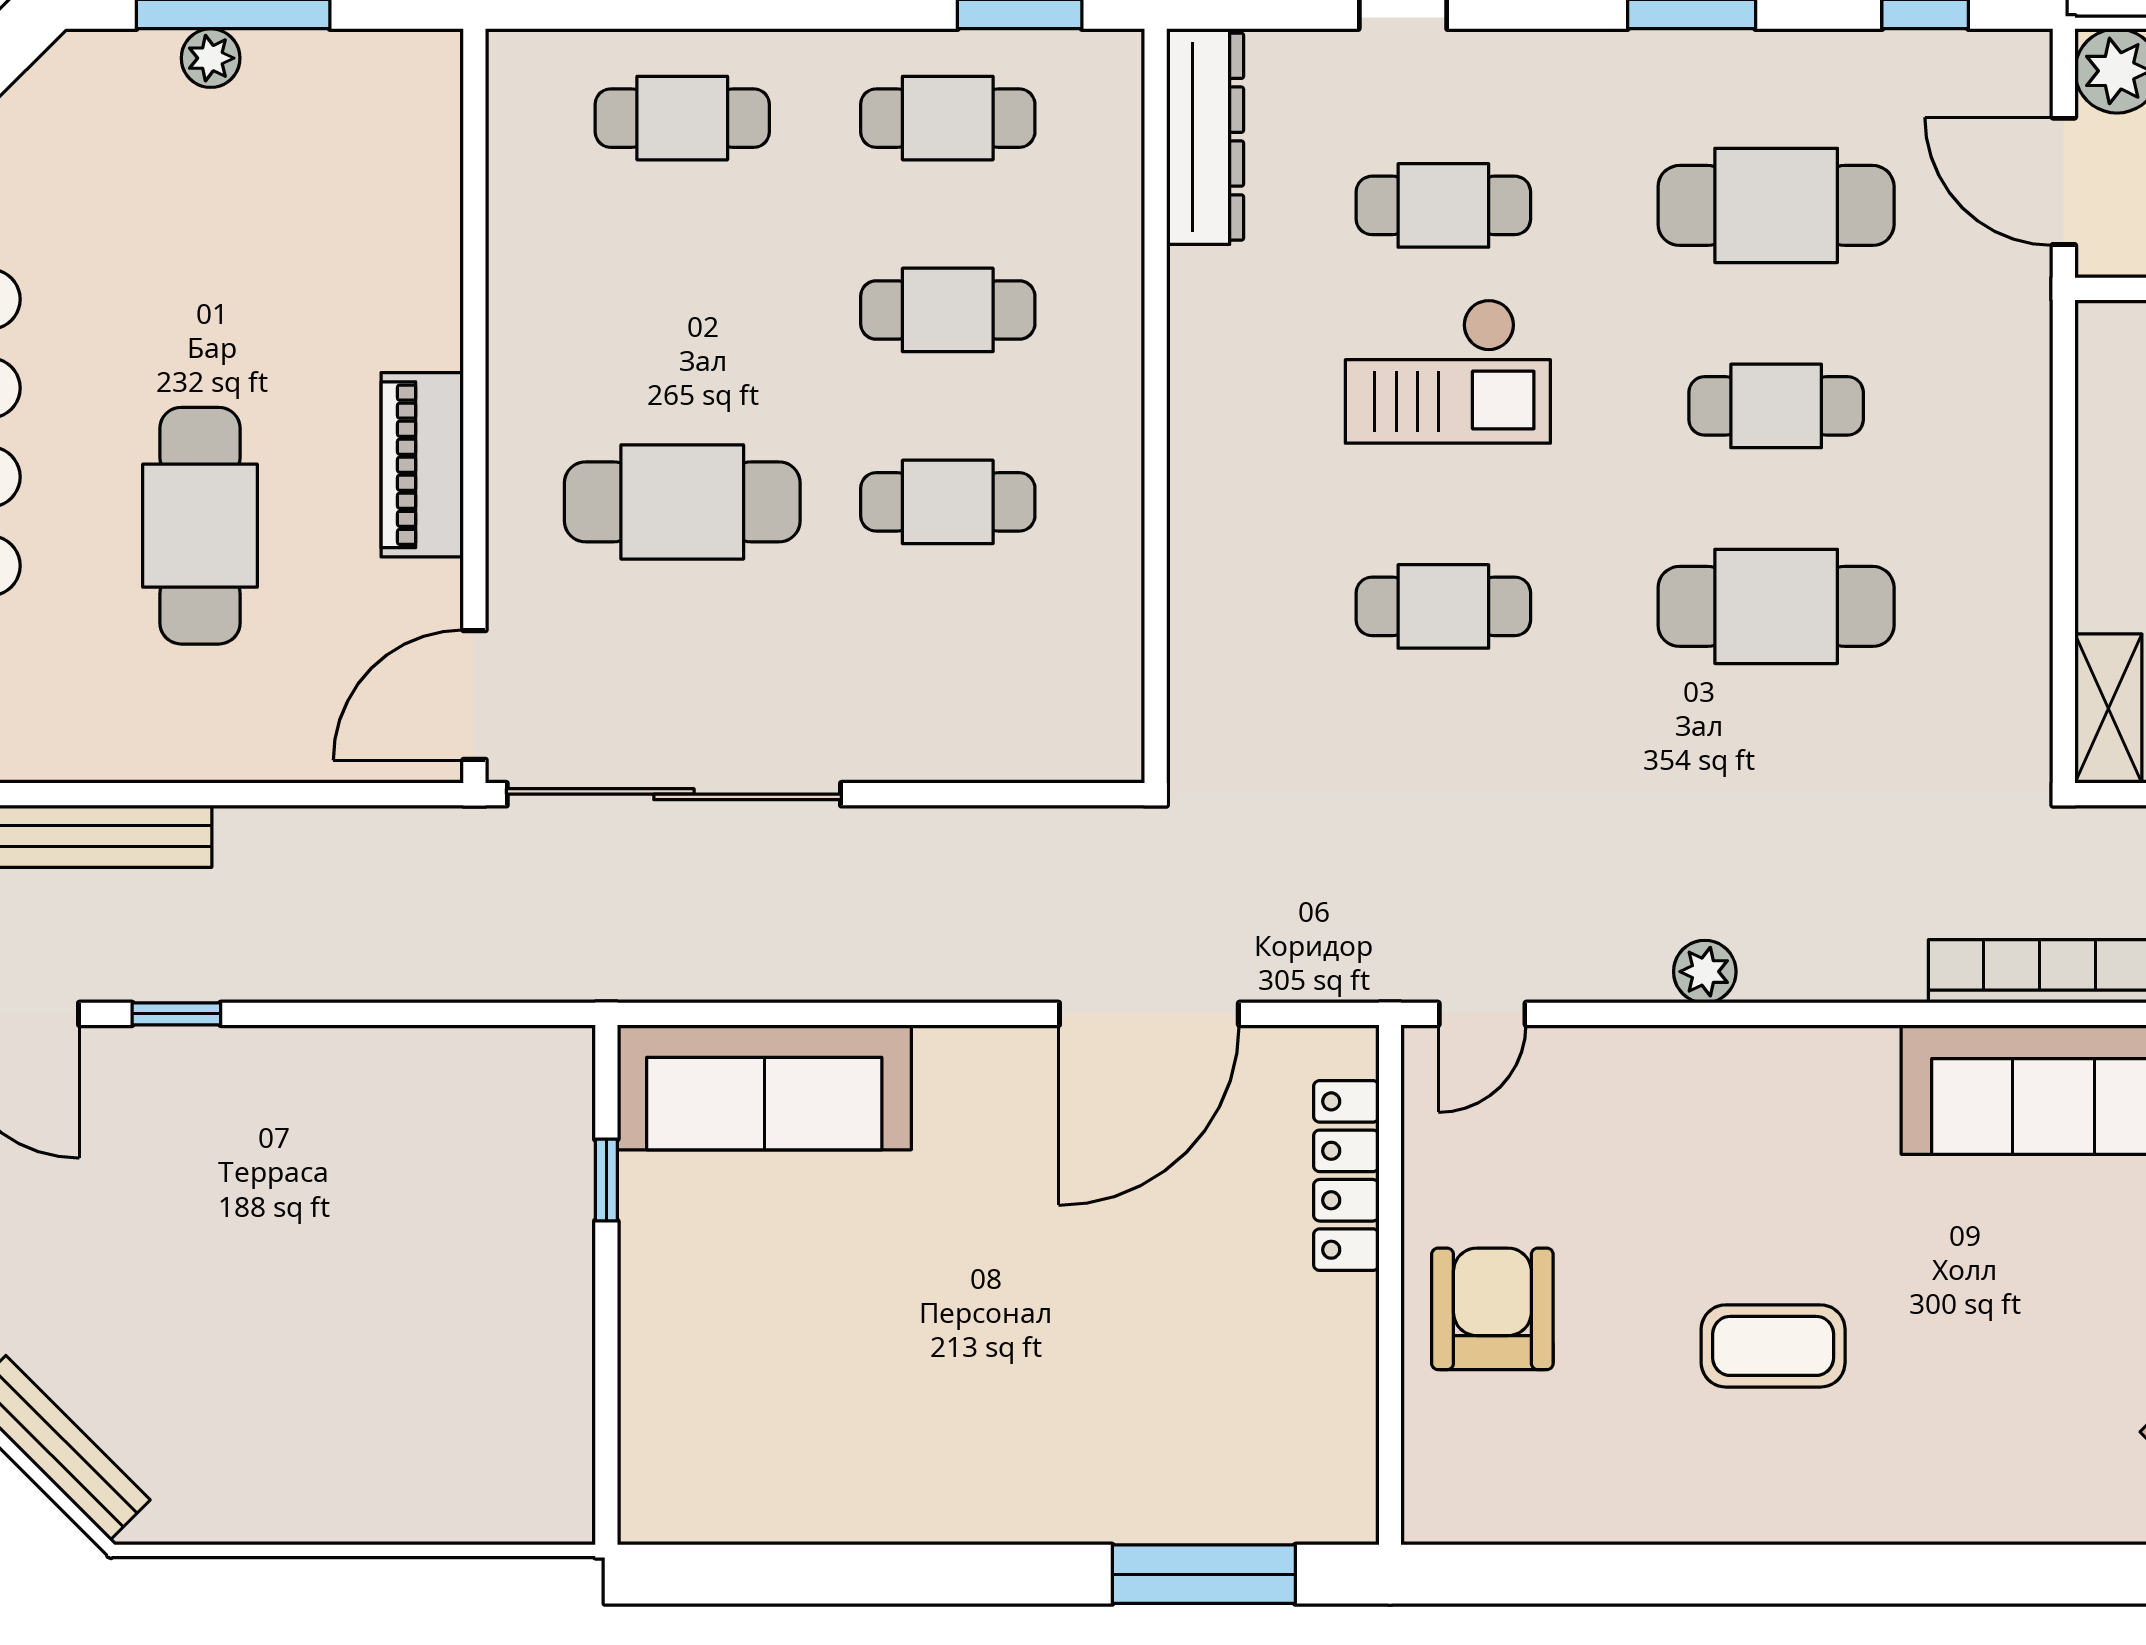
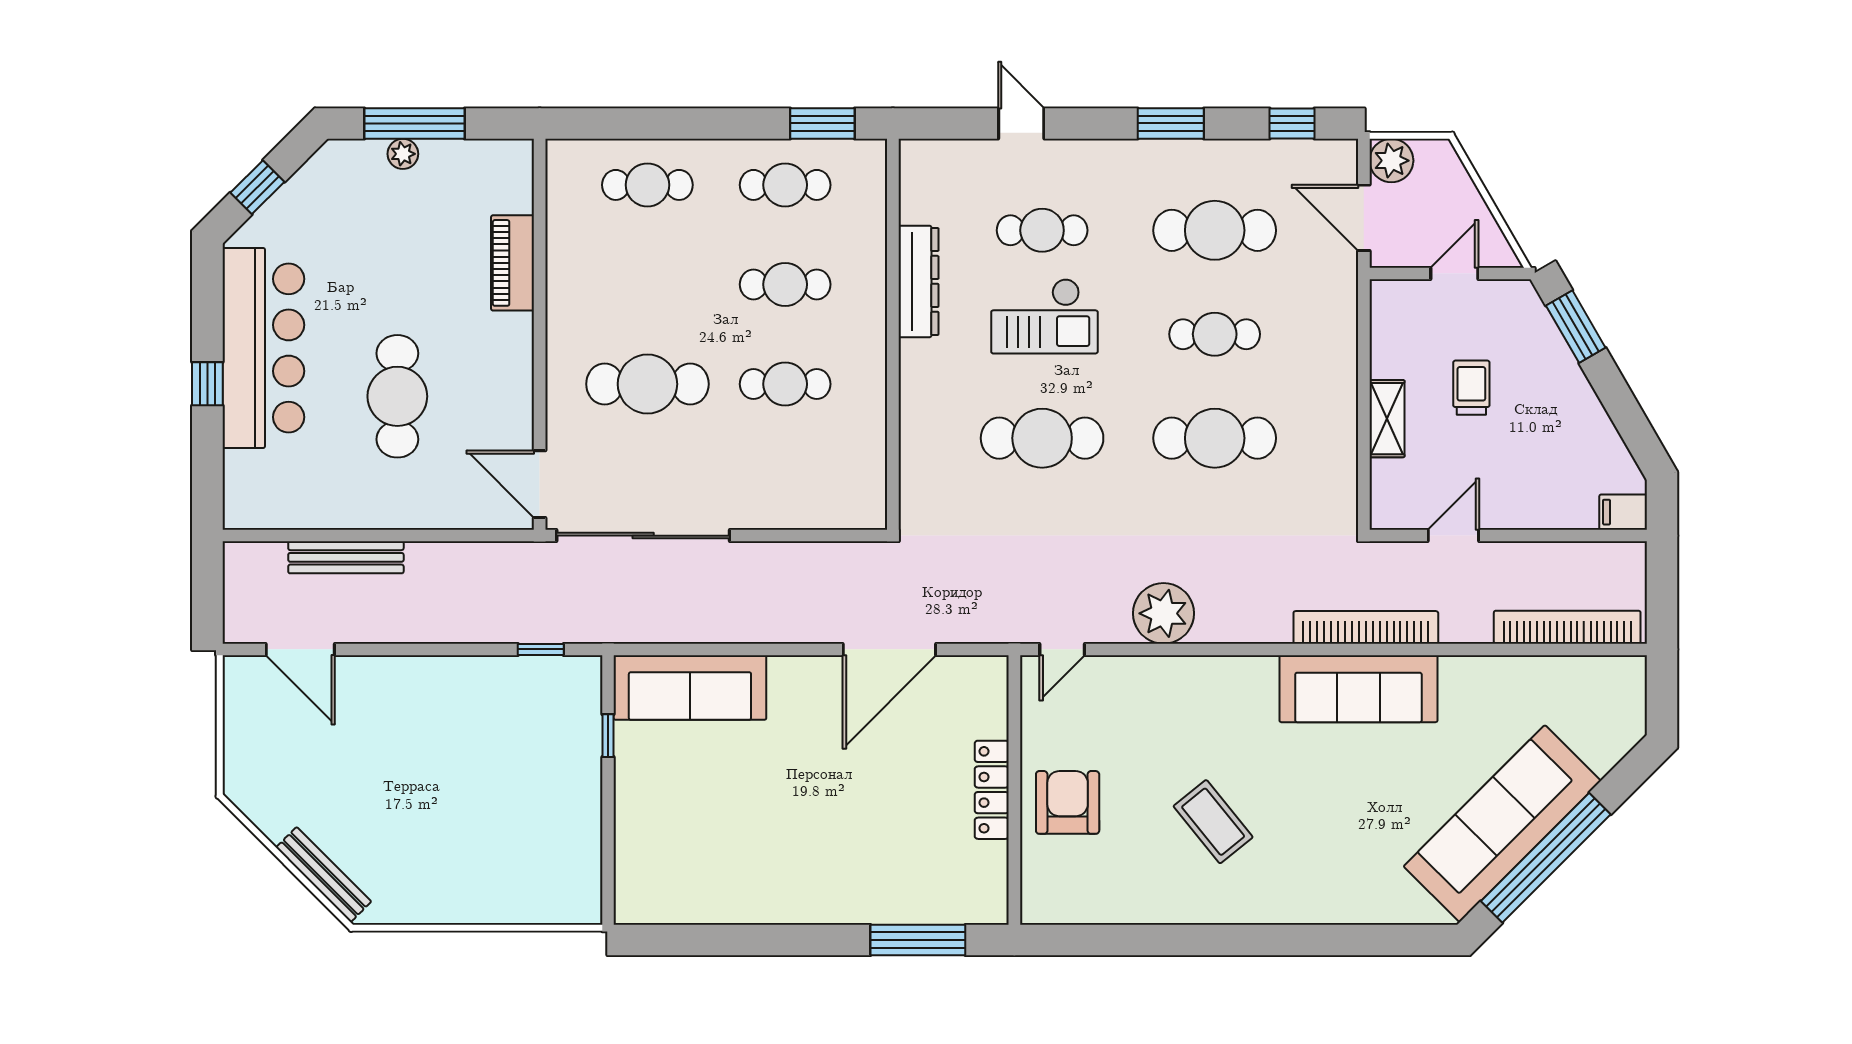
dresser: (1205, 137) -> (919, 281), moved
piano: (422, 465) -> (513, 263), moved
cafe table: (1443, 606) -> (1042, 438), width x1.37, depth x1.35
door: (474, 695) -> (540, 484), hinge flipped
shelving: (2108, 709) -> (1387, 419), moved
plant: (1705, 972) -> (1163, 613), width x1.88, depth x1.88
window: (176, 1014) -> (541, 649), moved
locker: (1346, 1176) -> (992, 790), moved
coffee table: (1773, 1346) -> (1213, 822), turned 51

